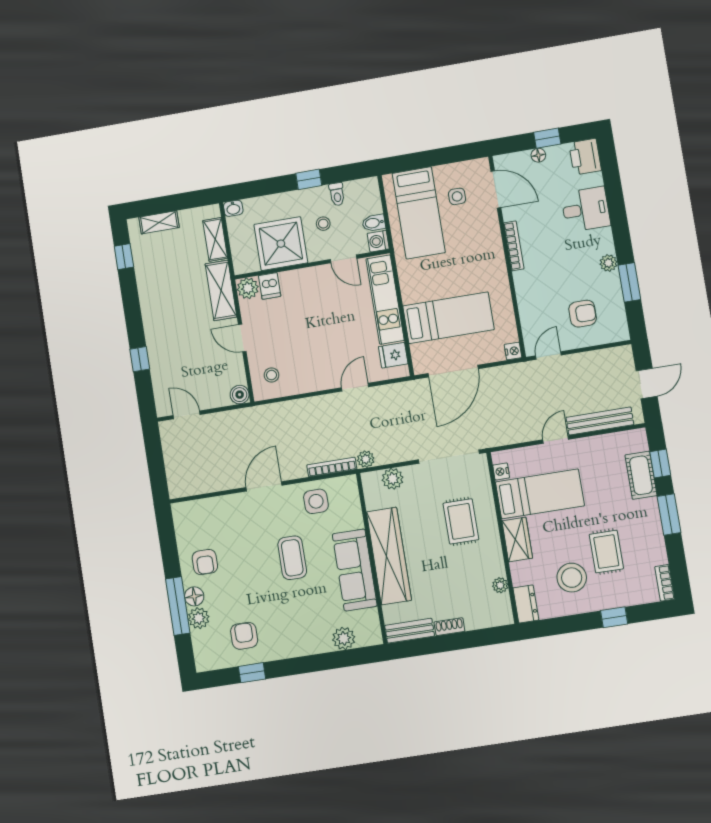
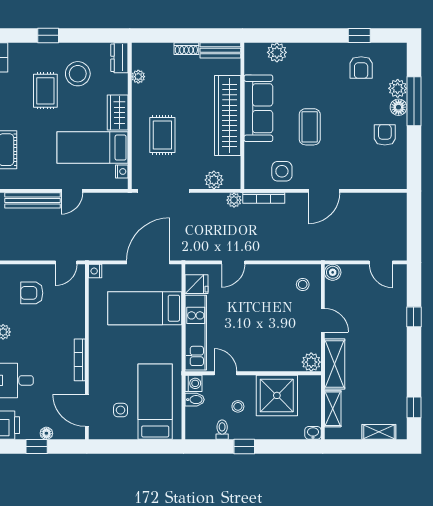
dishwasher: (270, 286) -> (292, 361), removed

